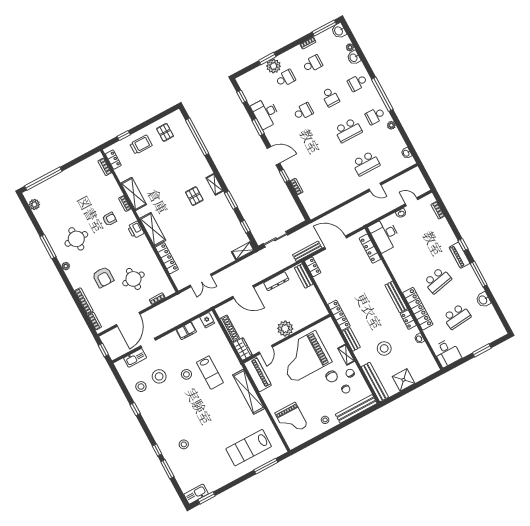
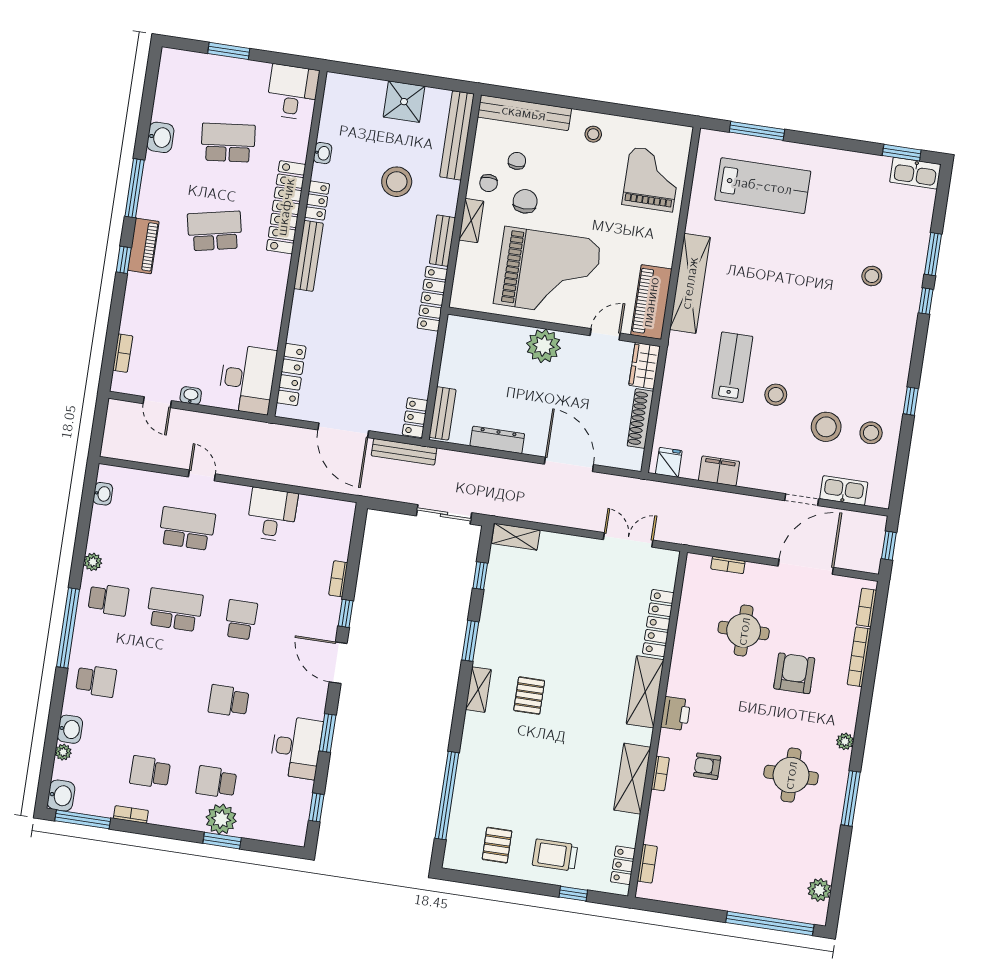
school desk: (330, 97) -> (241, 620), moved
desk: (339, 192) -> (272, 515), added

